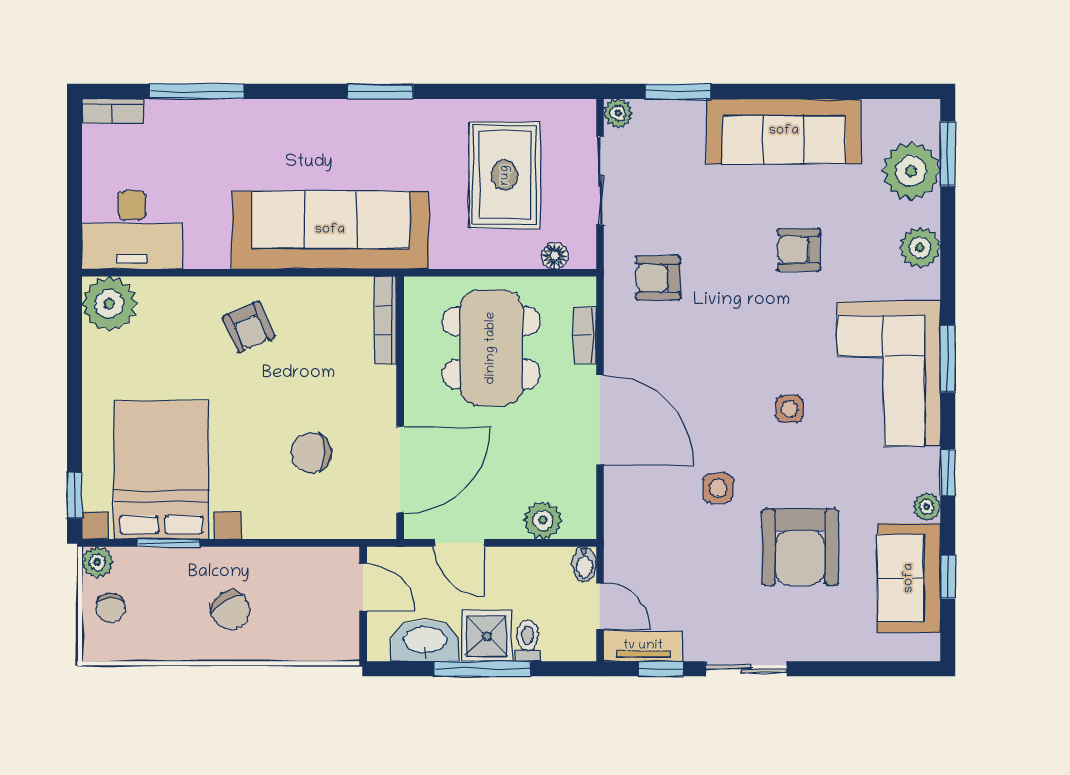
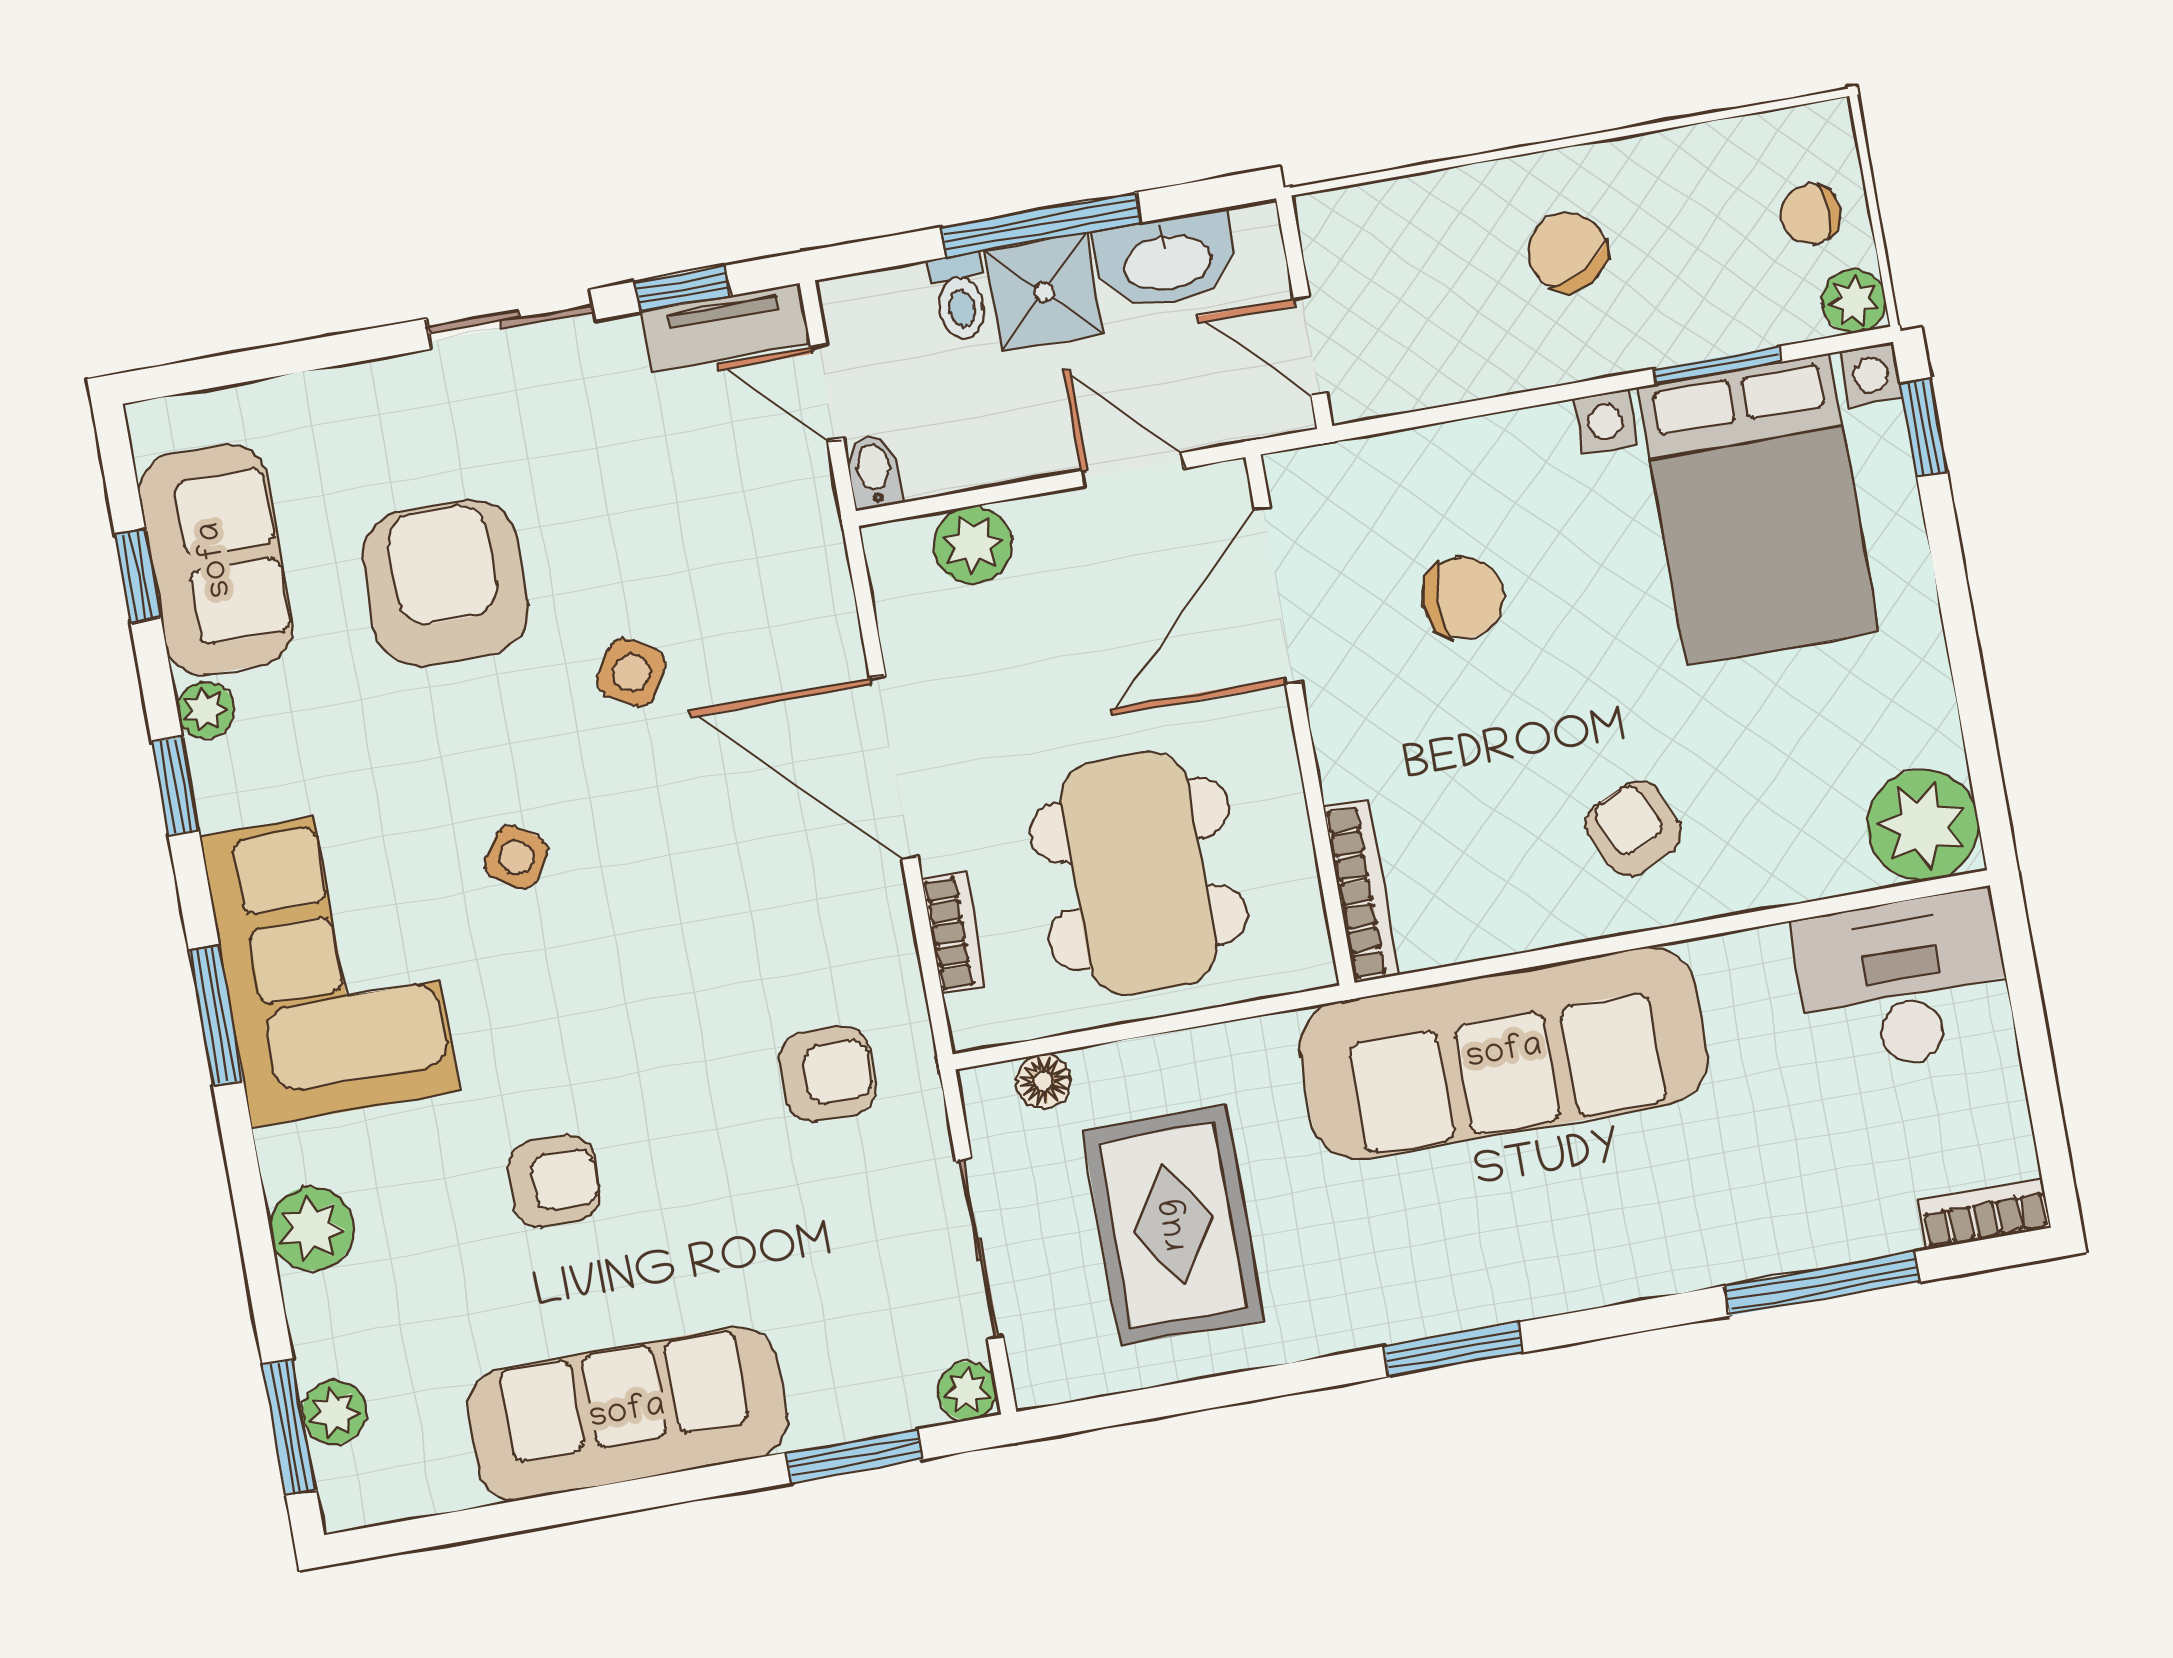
plant: (911, 171) -> (334, 1412), width x0.53, depth x0.53
side table: (789, 409) -> (517, 857), turned 34
side table: (718, 488) -> (632, 673), turned 32
chair: (111, 608) -> (1811, 214), turned -86

